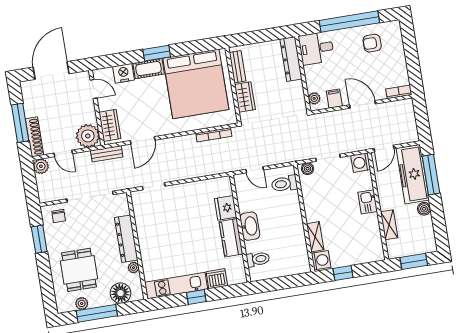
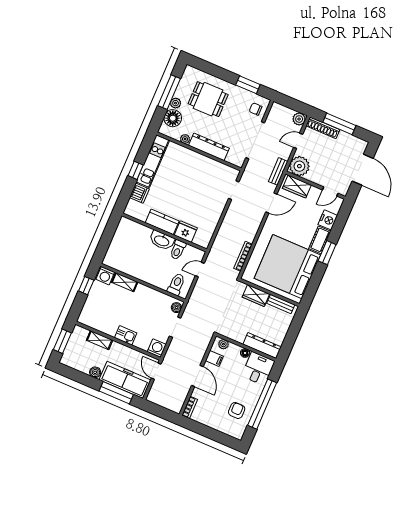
floor lamp: (309, 71) -> (245, 353), added
door: (363, 104) -> (197, 376), hinge flipped
door: (143, 140) -> (271, 203), swing flipped
toilet: (258, 259) -> (178, 250), moved
plant: (82, 303) -> (176, 103), moved

